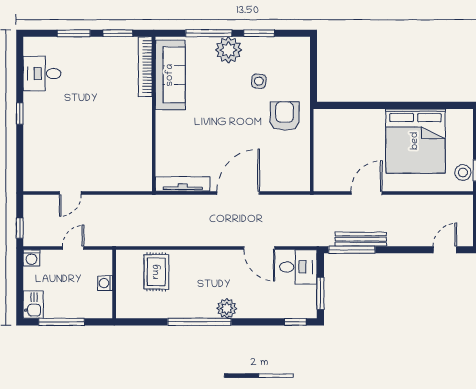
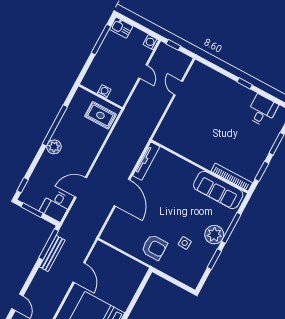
washing machine: (105, 283) -> (104, 91), moved
wall: (114, 284) -> (101, 97), moved

